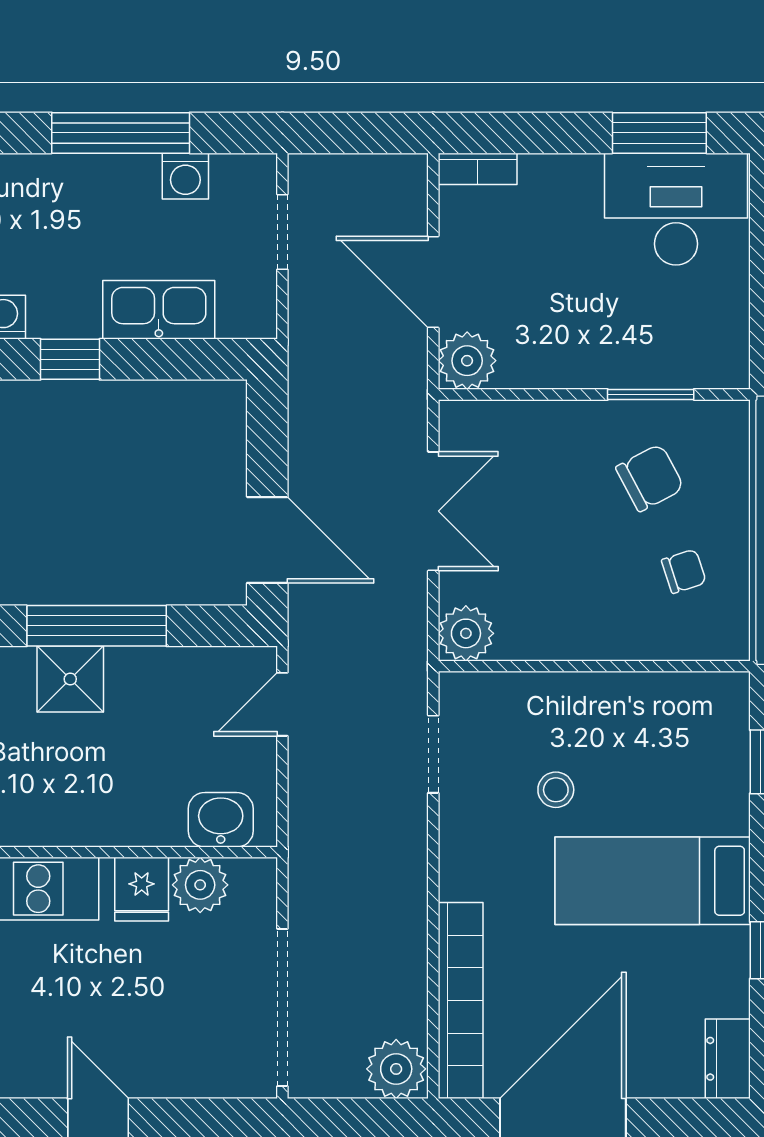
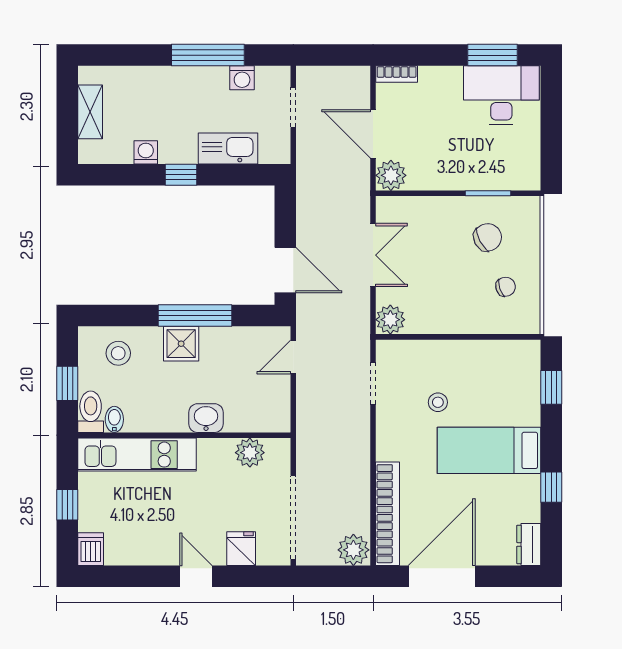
washbasin: (221, 820) -> (206, 418), moved
fridge: (142, 889) -> (241, 549), moved, turned 180

